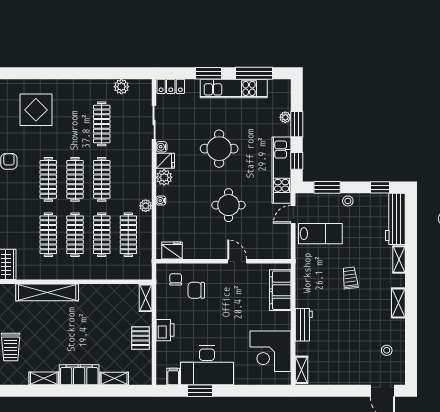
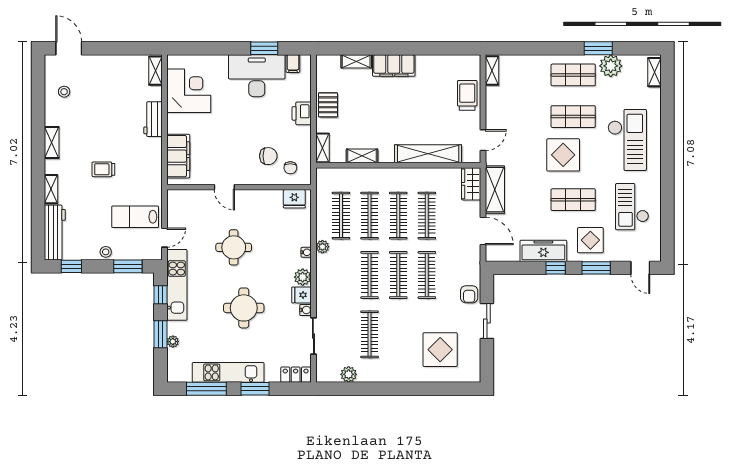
trolley: (350, 278) -> (103, 169), turned 97
shelving: (44, 378) -> (362, 156), moved

